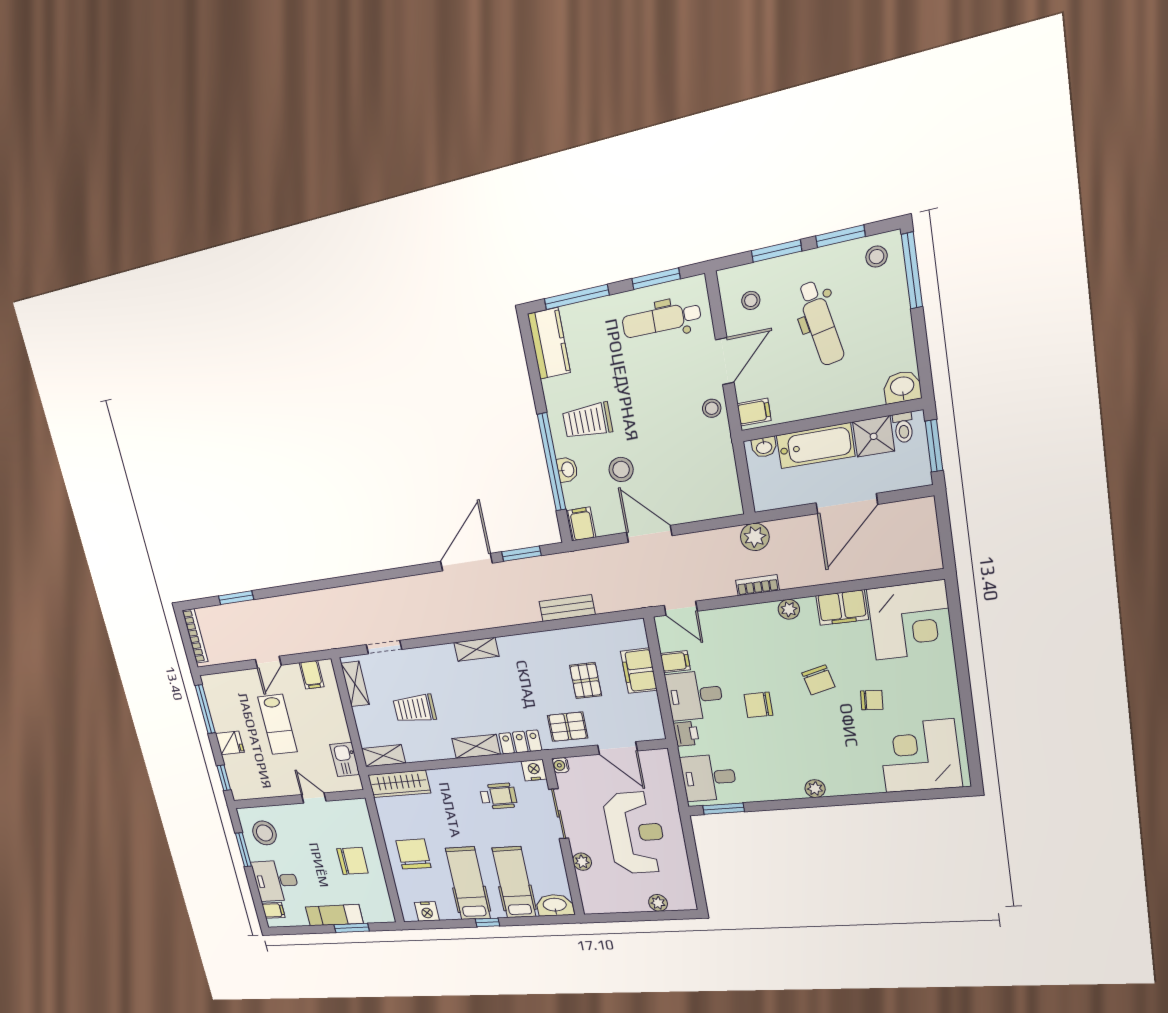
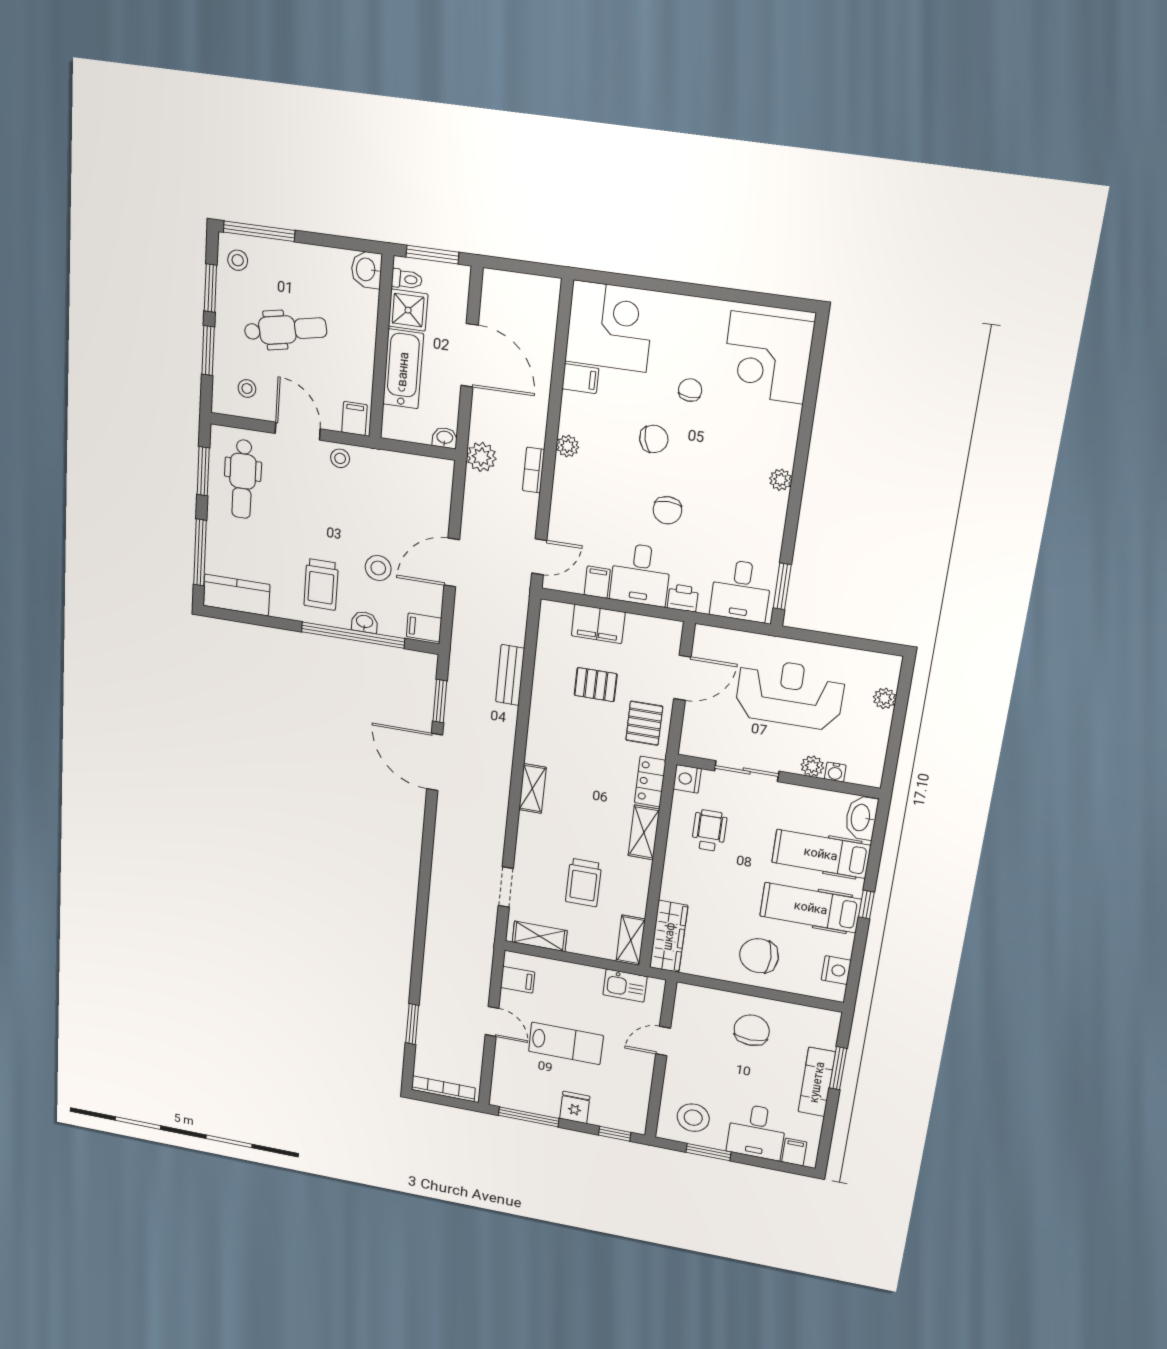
washbasin: (764, 447) -> (445, 438), moved, turned -90
filing cabinet: (842, 608) -> (580, 379), width x0.50
water cooler: (561, 765) -> (835, 772), moved

